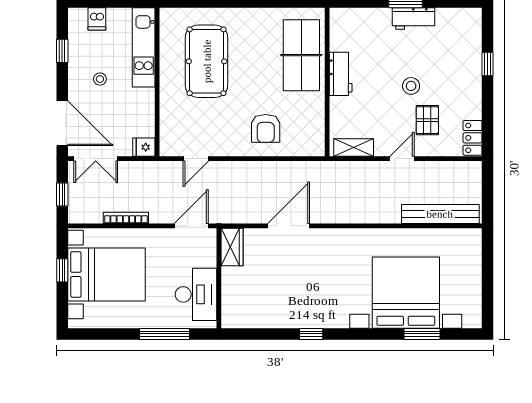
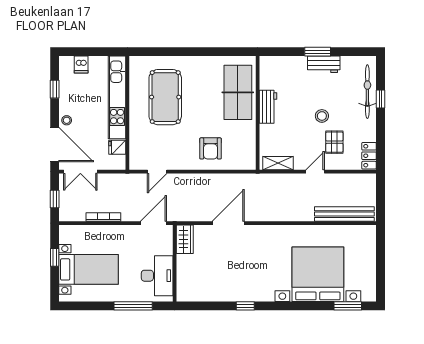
kitchen unit: (144, 47) -> (117, 97), width x1.36
bicycle: (470, 54) -> (367, 92), added
stool: (100, 79) -> (67, 120), moved
fridge: (144, 147) -> (117, 147), moved
bed with nightstands: (106, 274) -> (89, 269), width x0.73
window: (422, 334) -> (348, 306), moved

